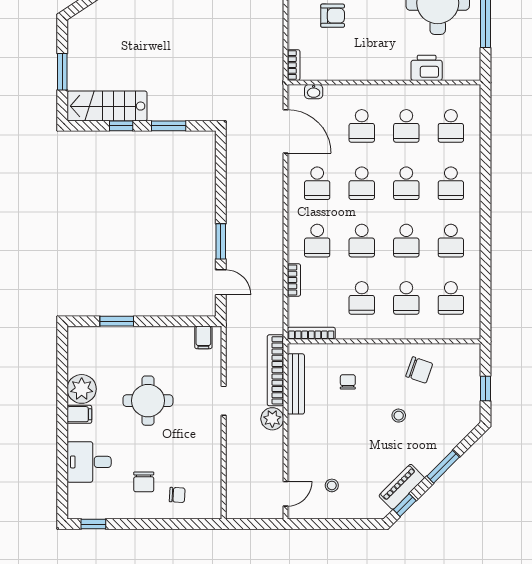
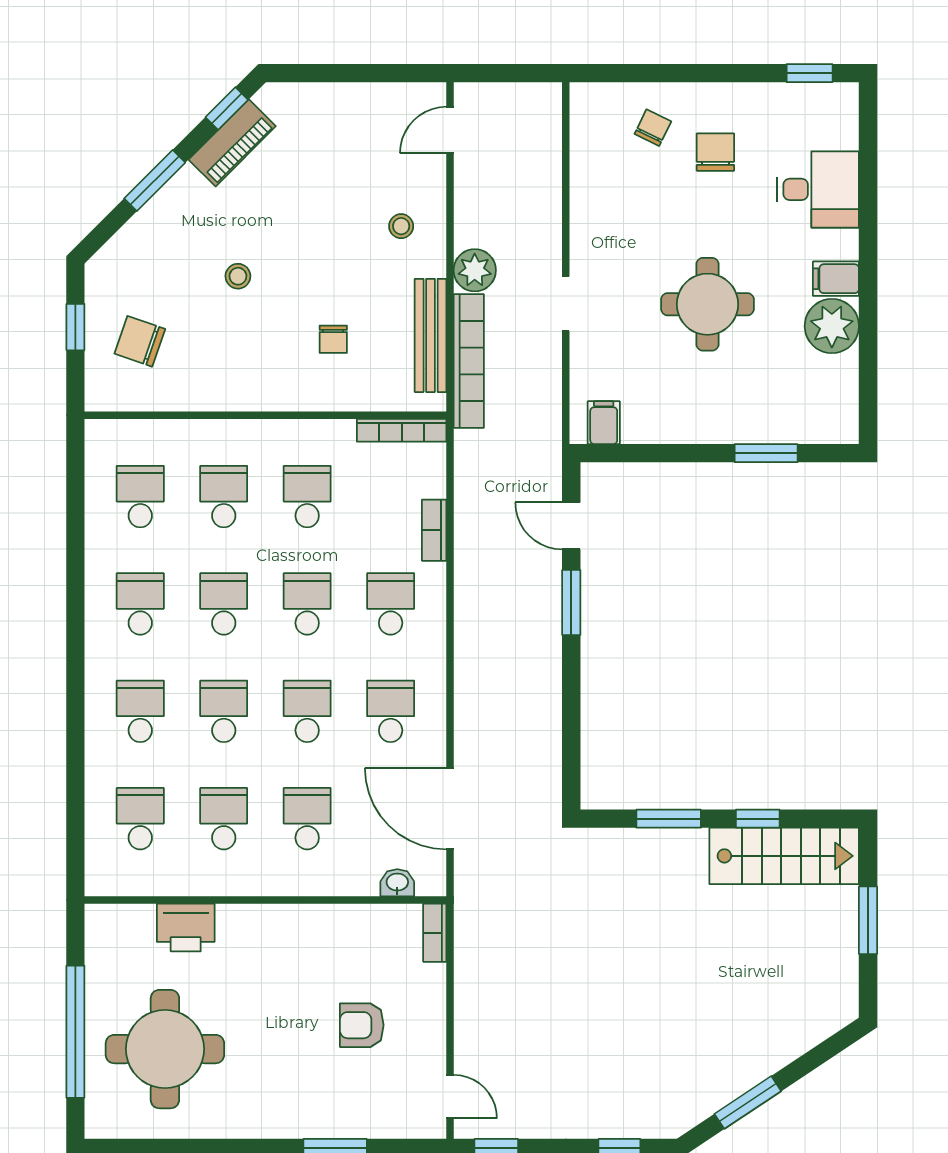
chair: (419, 370) -> (140, 341), moved
stool: (332, 485) -> (401, 226), moved
chair: (177, 495) -> (653, 128), turned 113

